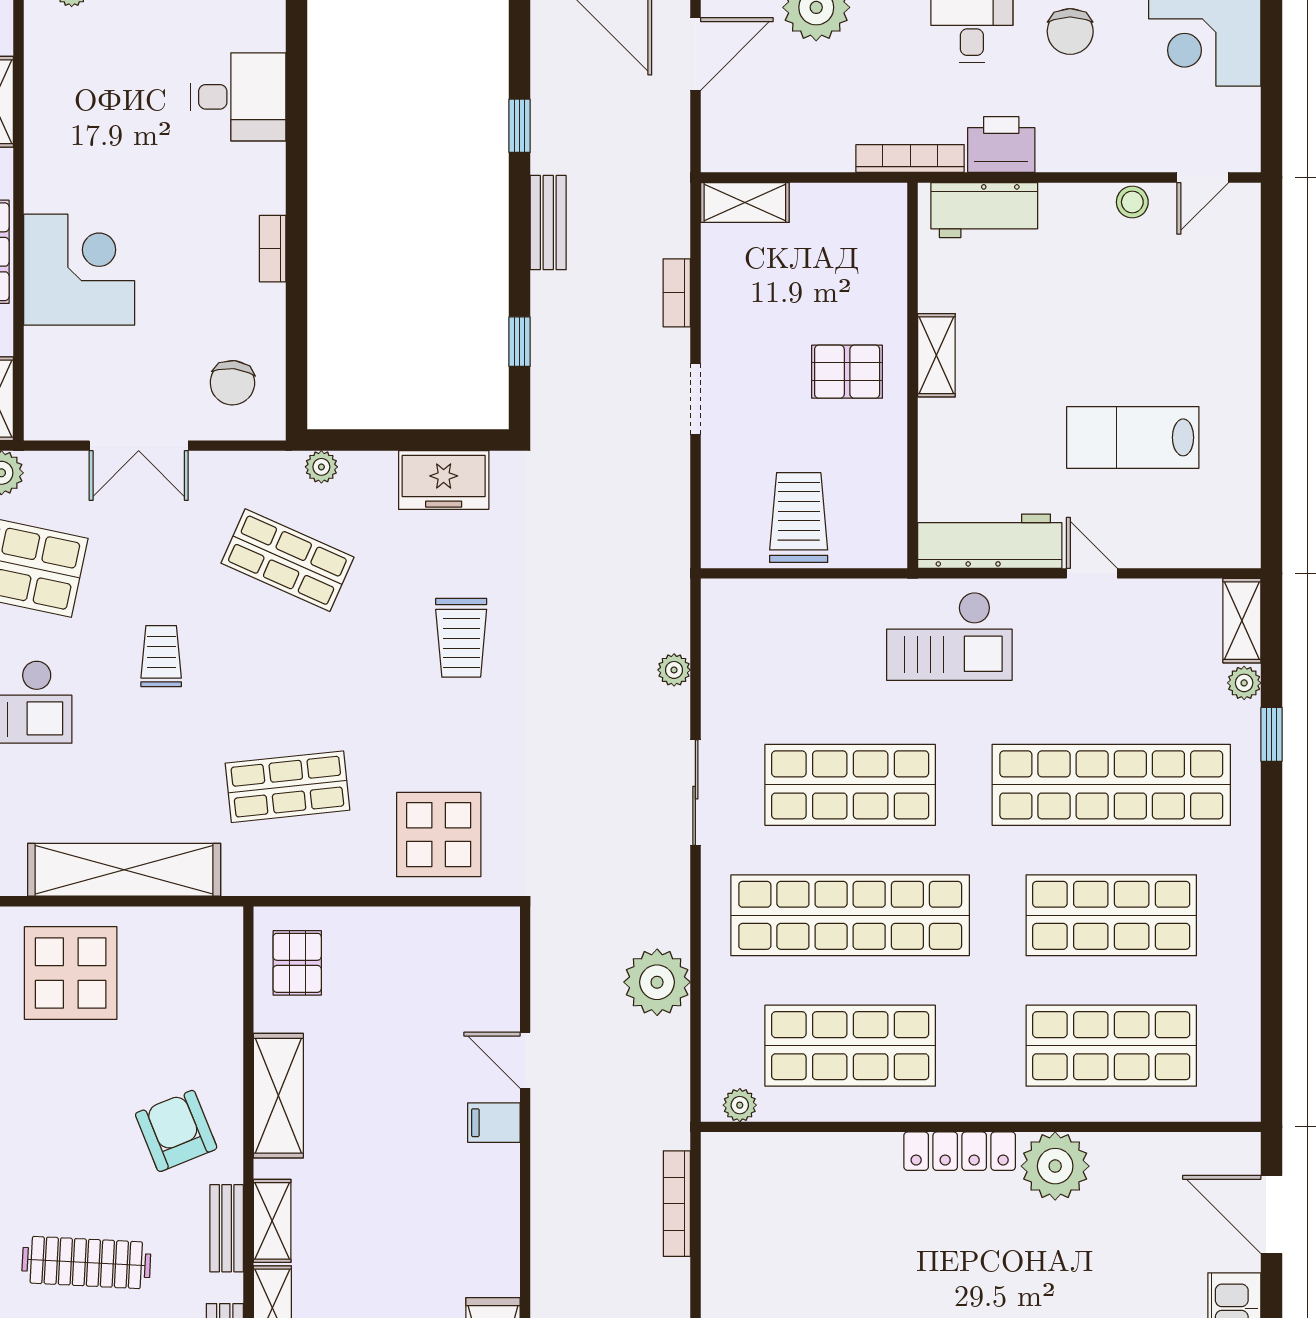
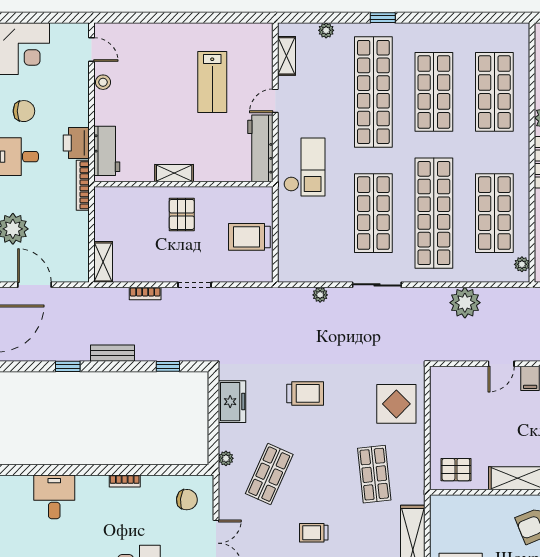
shelving: (1242, 621) -> (286, 56), moved, turned 90
window: (1271, 734) -> (383, 18), moved

